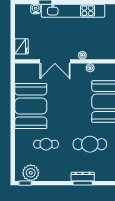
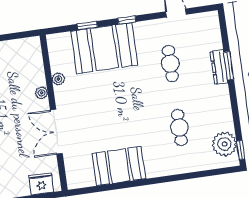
double door: (55, 61) -> (56, 132), swing flipped
booth: (31, 106) -> (119, 166), width x0.73, depth x0.70
cafe table: (90, 144) -> (170, 63), width x0.73, depth x0.74

